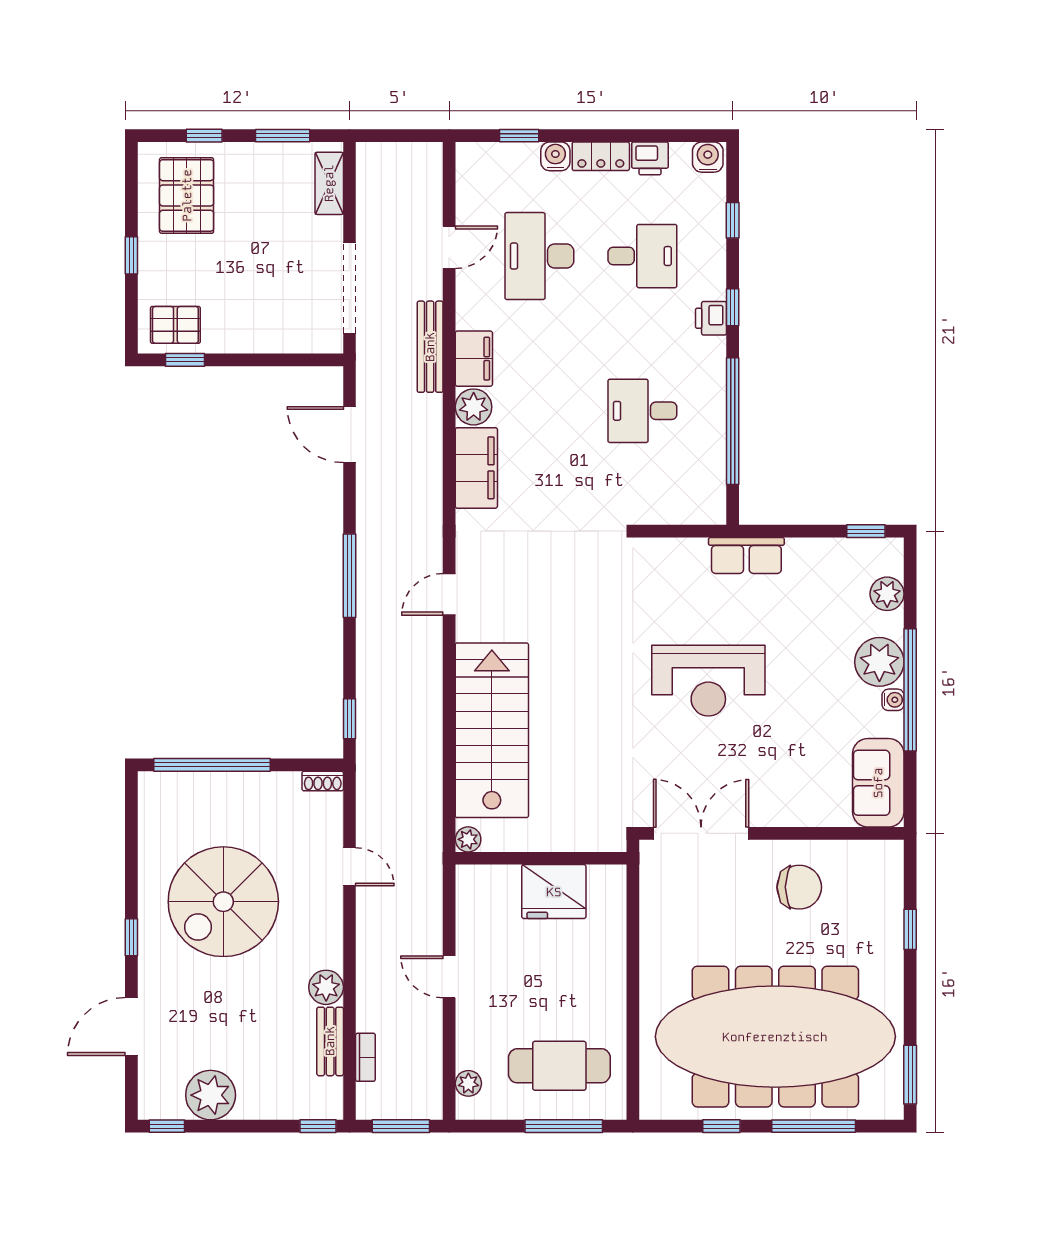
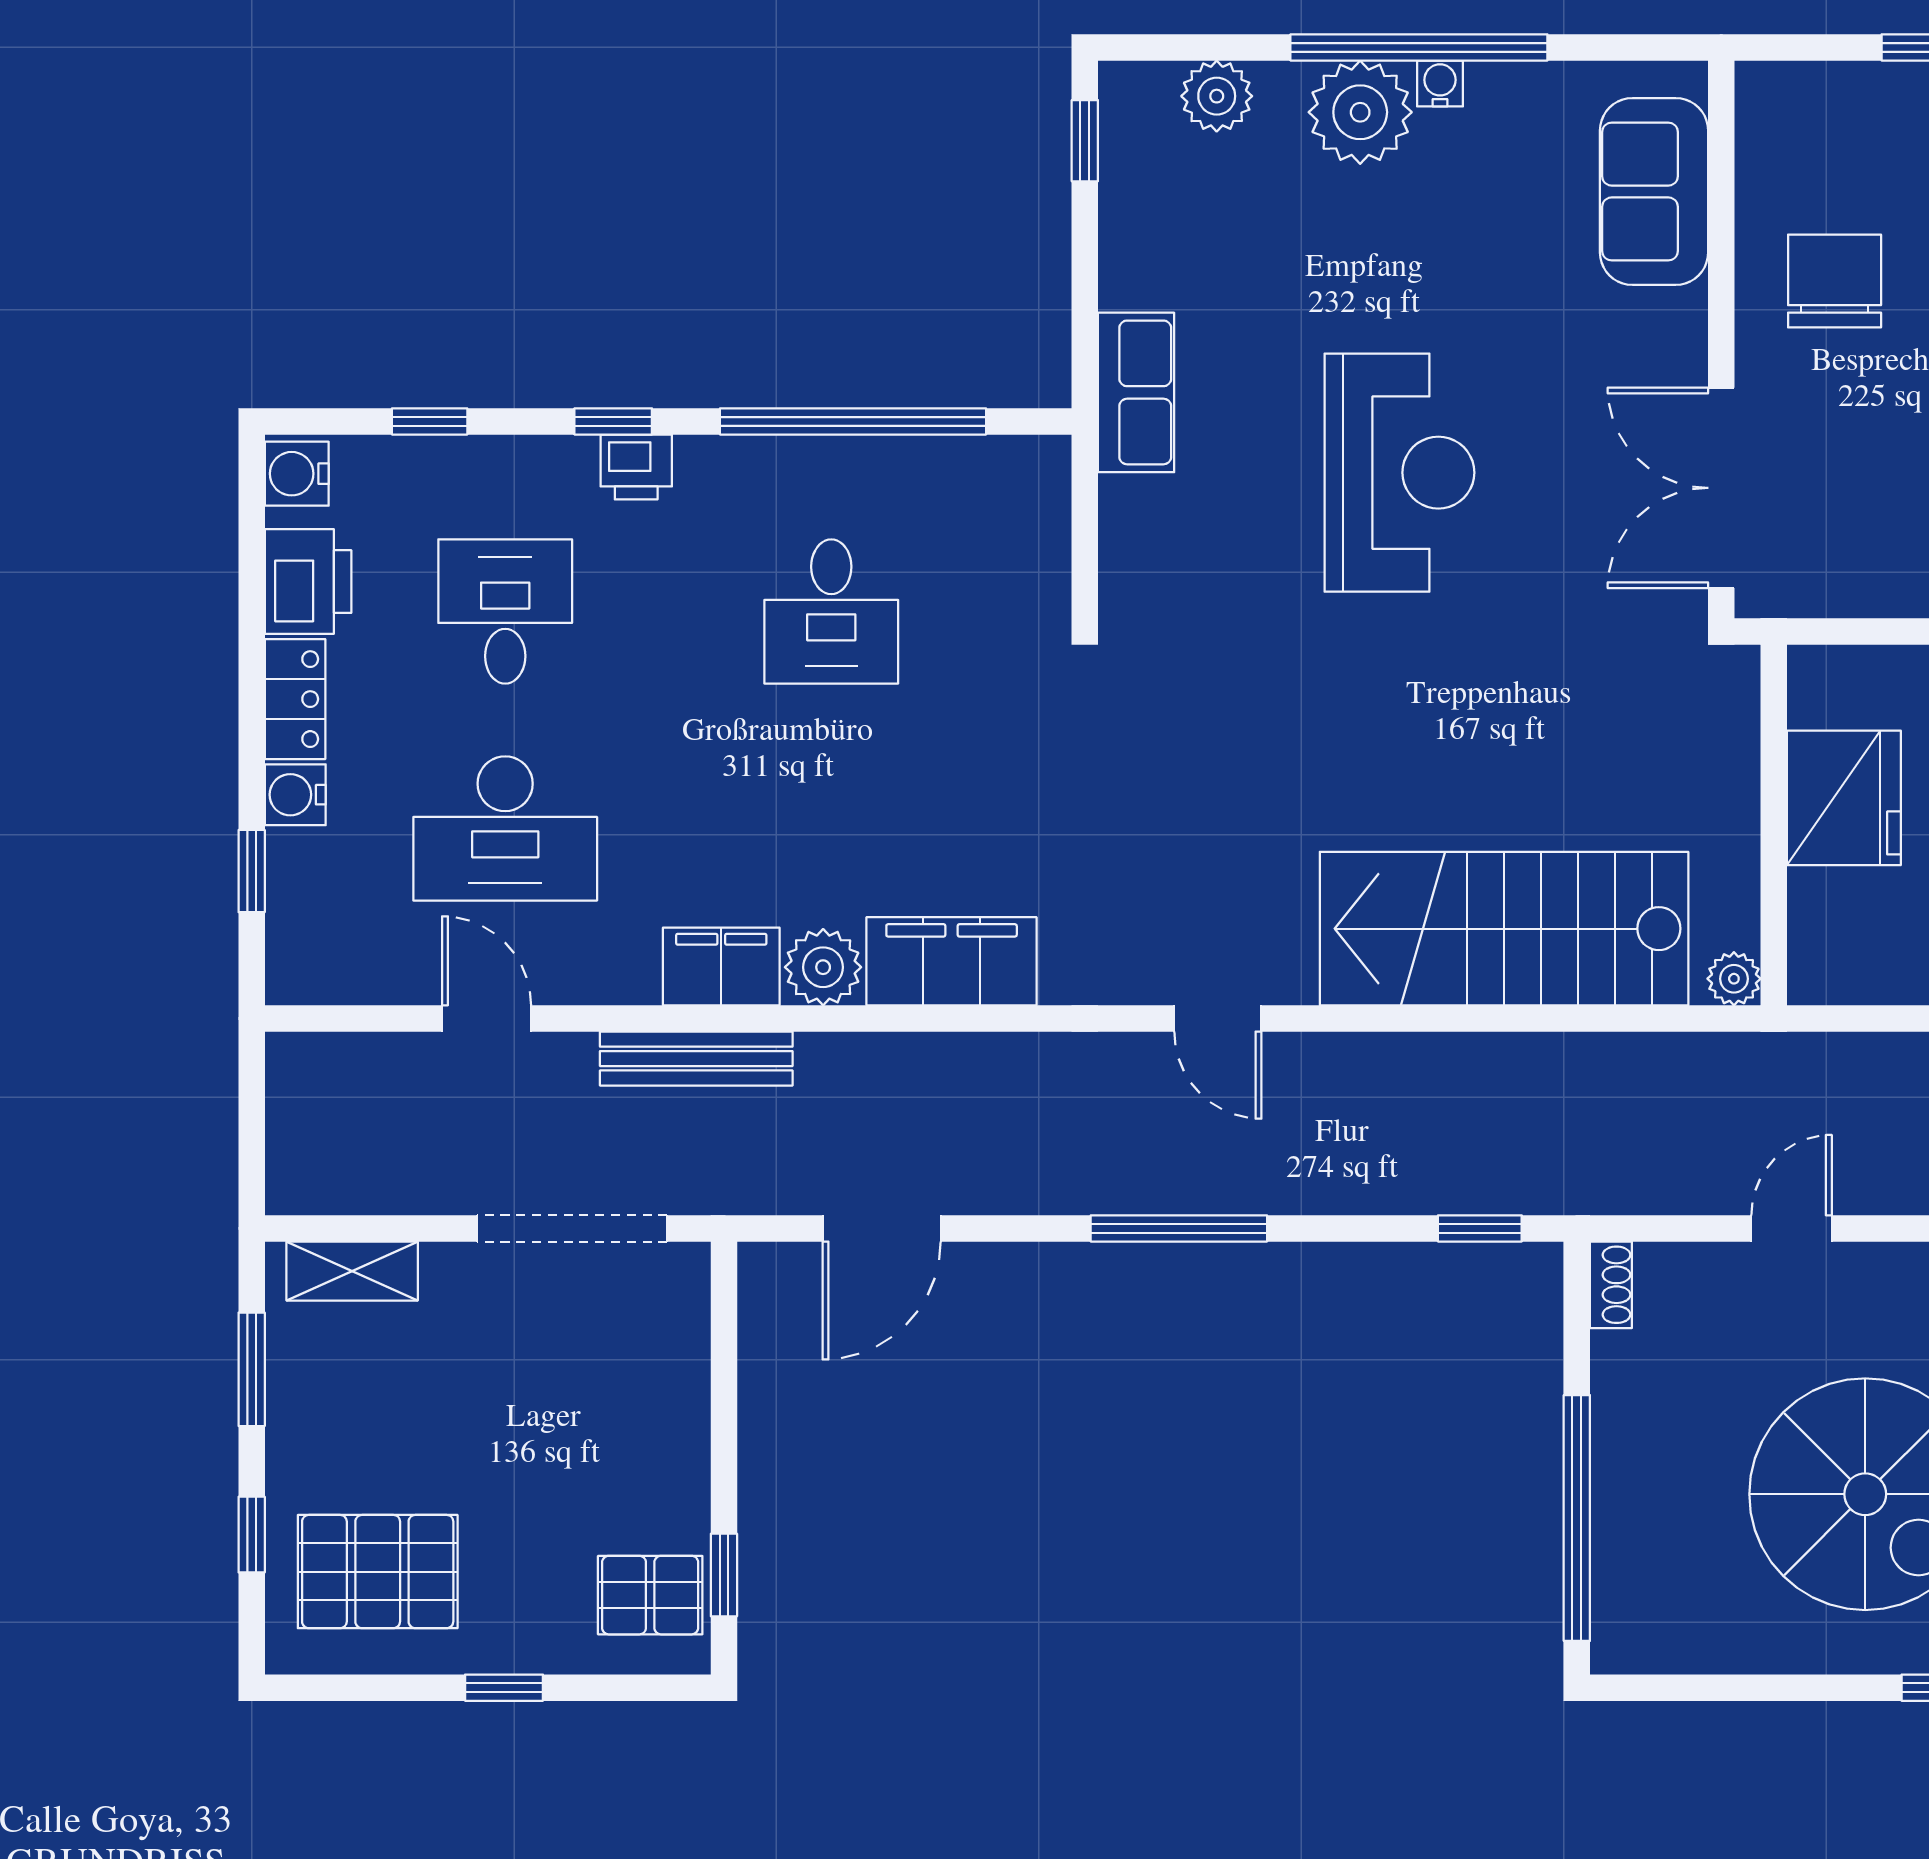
printer: (650, 158) -> (308, 582), width x1.36, depth x1.24
pallet: (175, 325) -> (650, 1595), turned 90
sofa: (878, 783) -> (1654, 192), moved, turned 90

